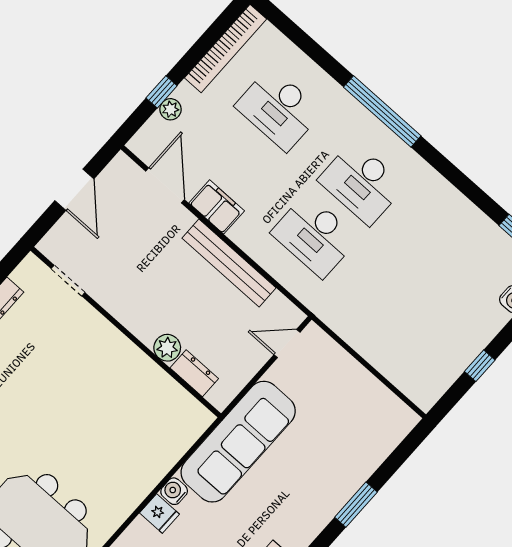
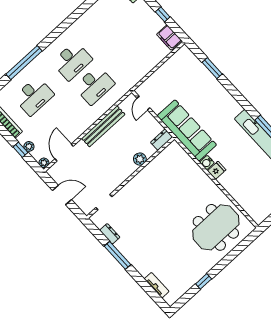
window: (382, 112) -> (24, 63), moved
plant: (139, 145) -> (44, 163), added
door: (165, 185) -> (64, 153), hinge flipped
filing cabinet: (217, 207) -> (169, 38), moved, turned -90
dresser: (194, 373) -> (162, 140), moved
window: (356, 505) -> (212, 68), moved

